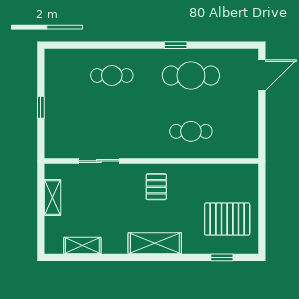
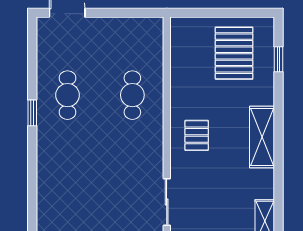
cafe table: (112, 76) -> (68, 187), removed
cafe table: (191, 76) -> (68, 95), width x0.73, depth x0.74
pallet: (156, 187) -> (197, 135), turned 90

